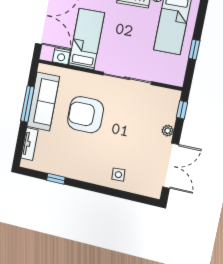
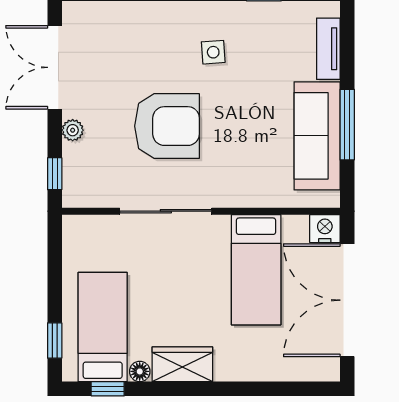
window: (194, 49) -> (55, 341), moved
nightstand: (61, 56) -> (325, 229), moved
armchair: (85, 115) -> (167, 126), moved
side table: (118, 175) -> (213, 52), moved

